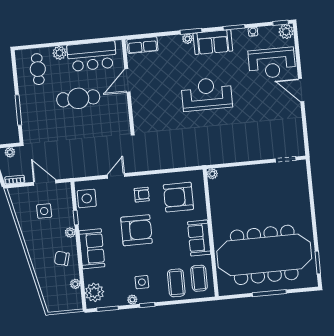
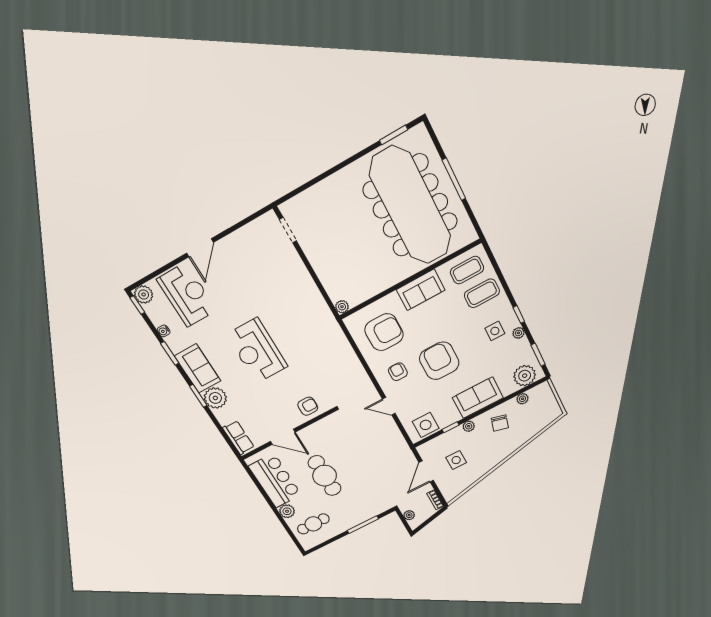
plant: (187, 39) -> (215, 398), width x1.87, depth x1.87
armchair: (144, 112) -> (308, 406), added
armchair: (178, 197) -> (384, 332), turned -90

